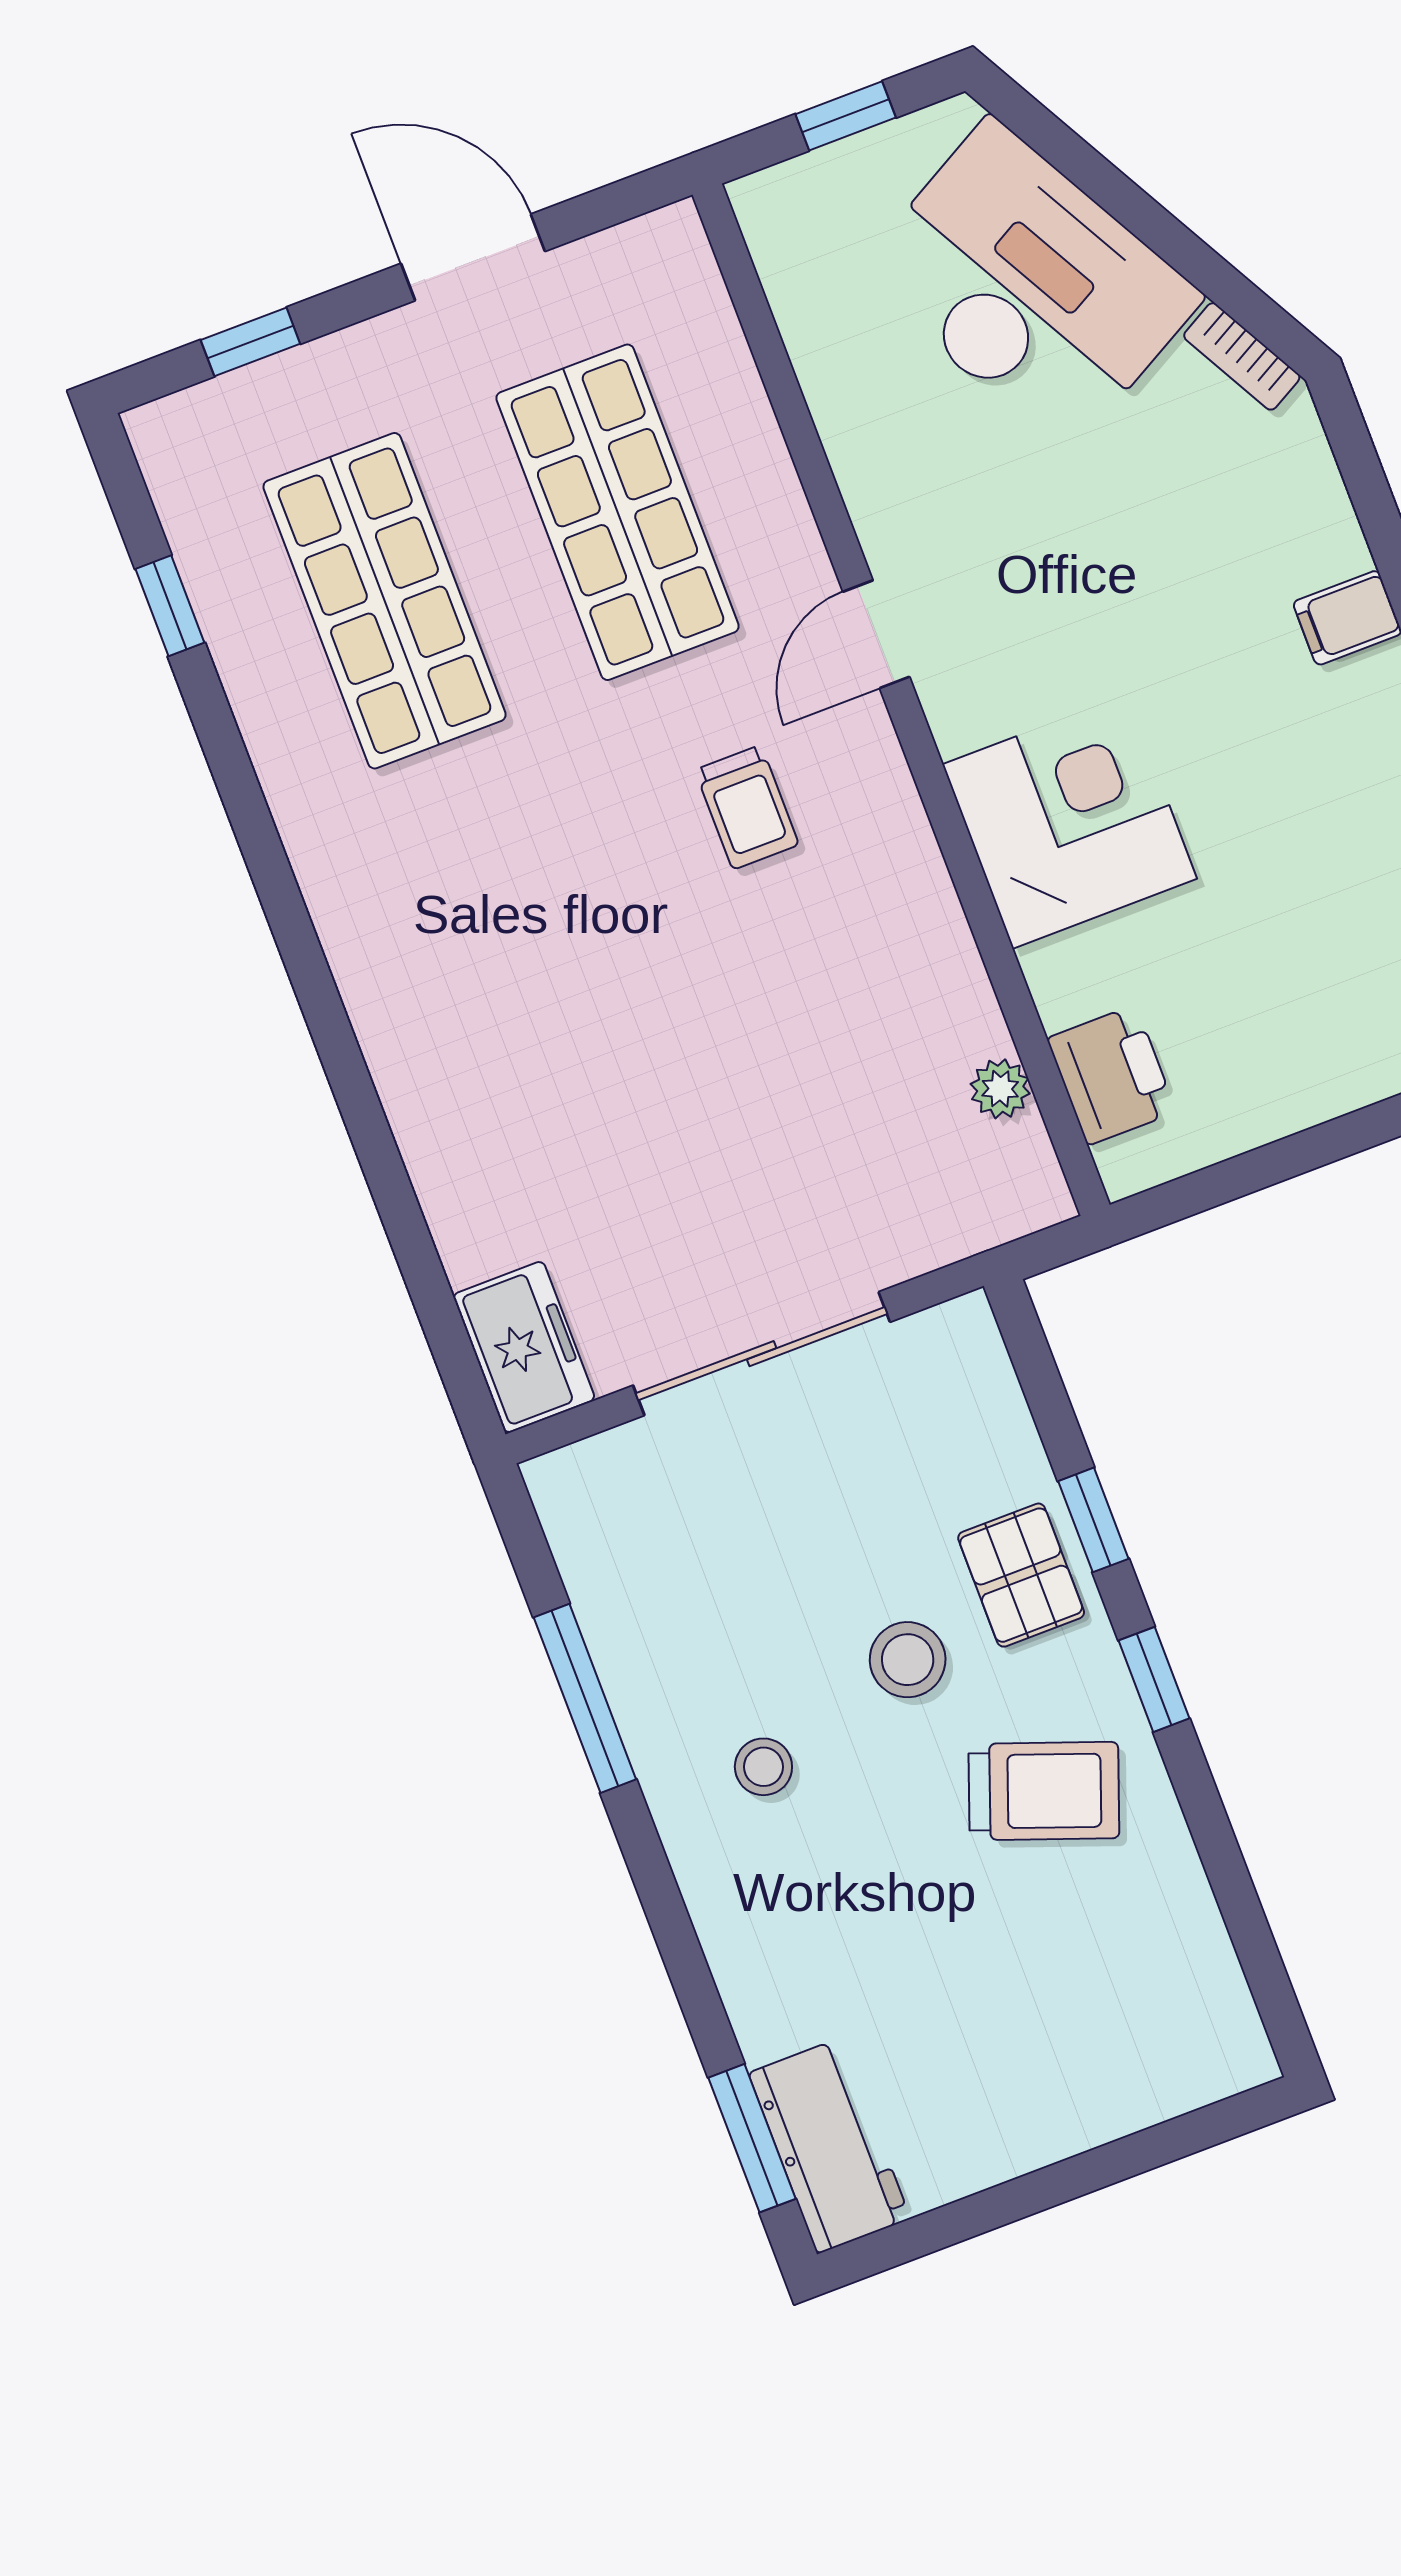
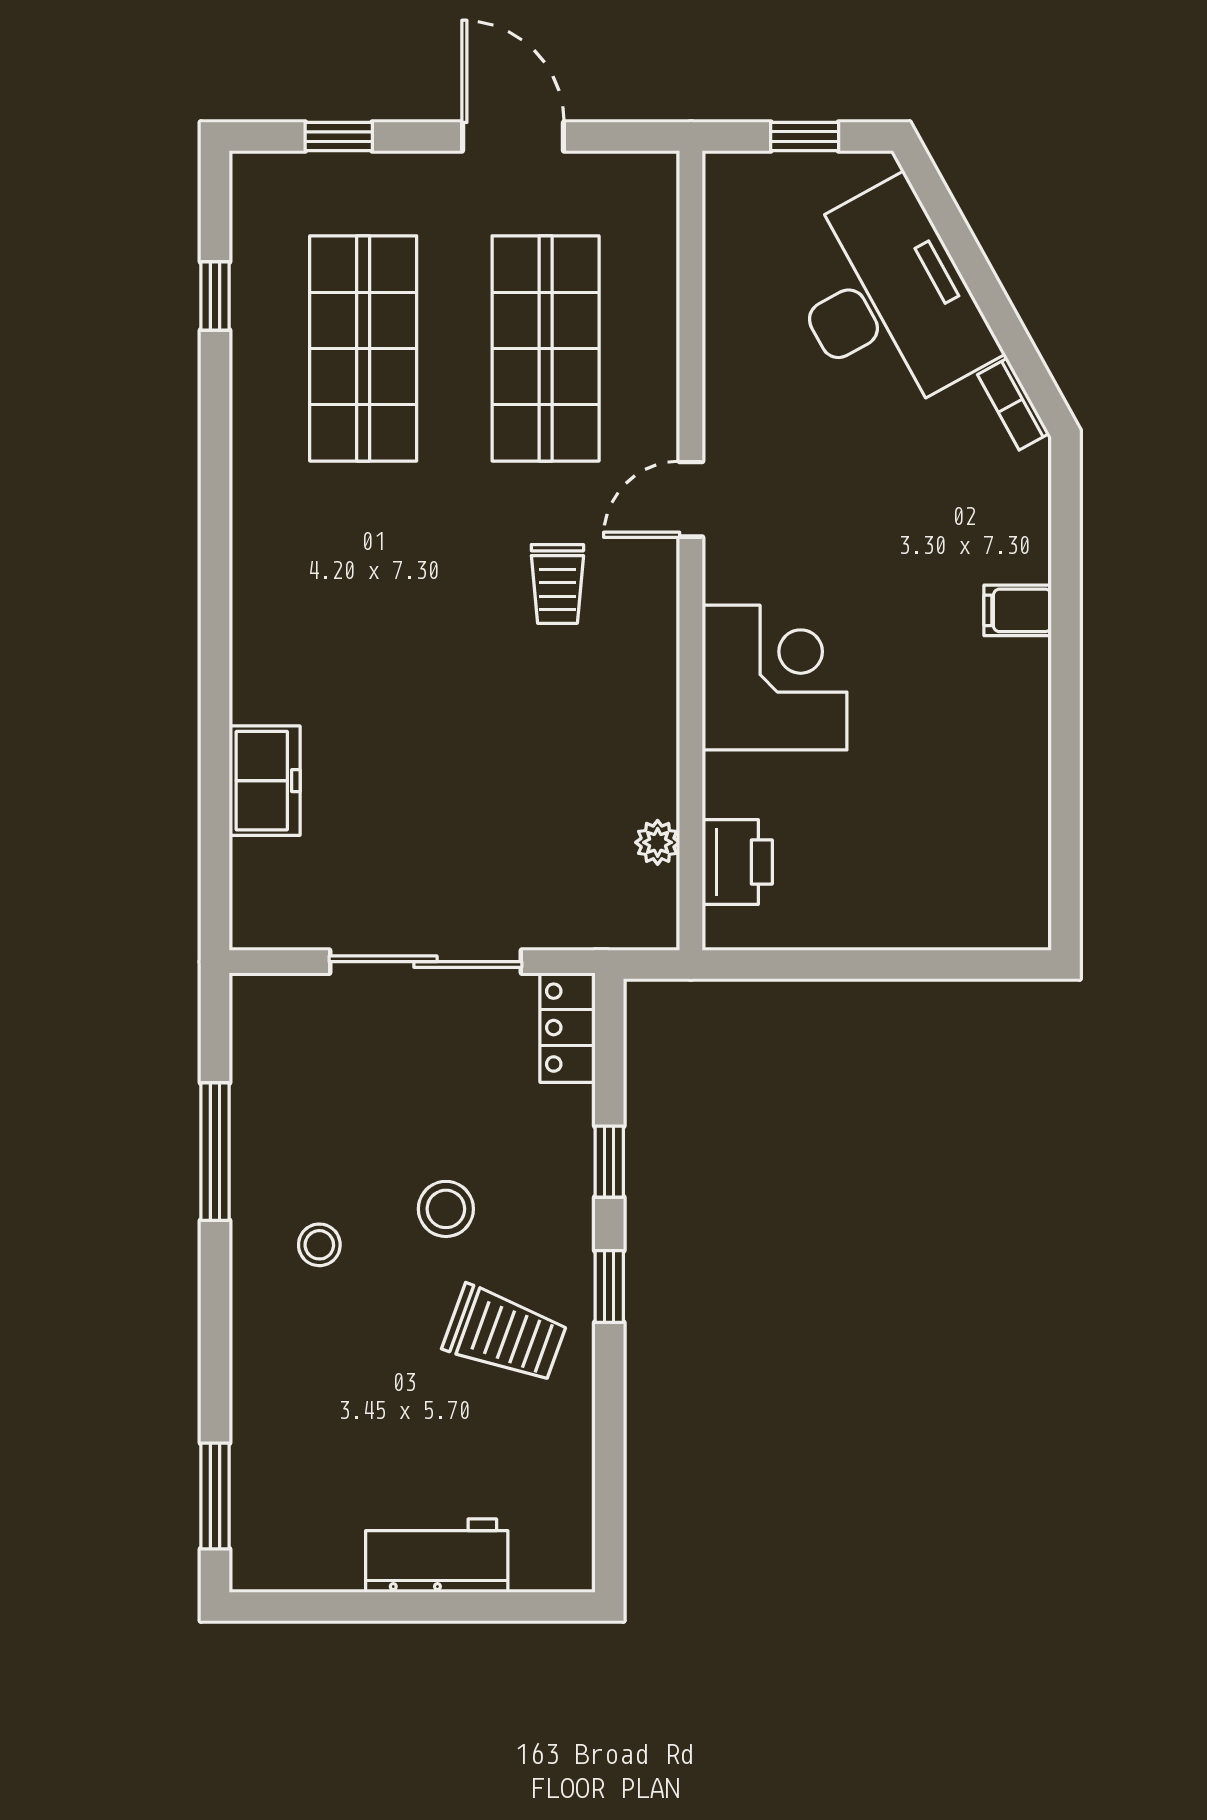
freezer: (524, 1347) -> (265, 781), moved
locker: (975, 1369) -> (568, 1028), added
pallet: (1021, 1575) -> (545, 1181), removed
workbench: (829, 2146) -> (437, 1556), moved, turned -90

